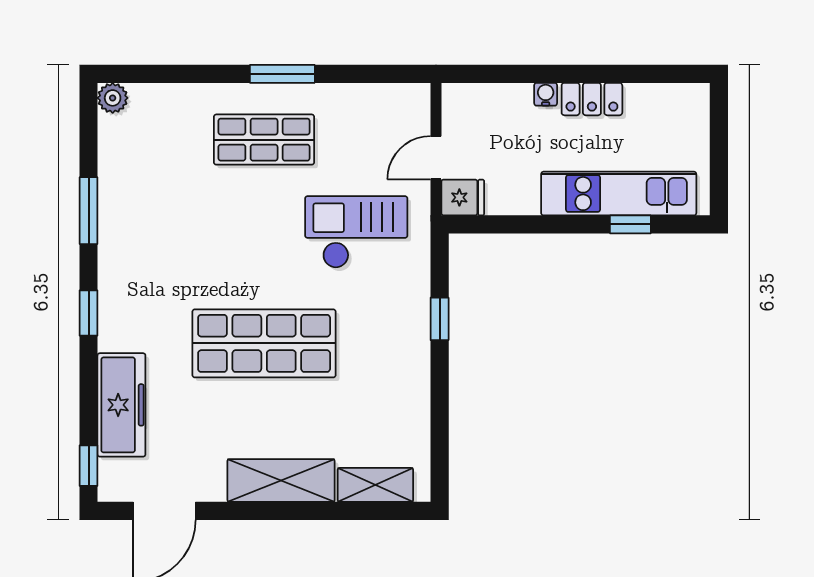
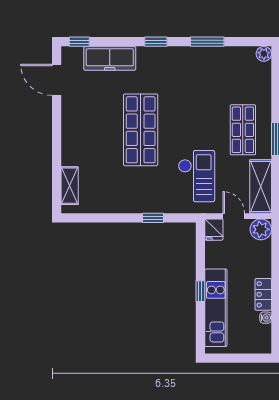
water cooler: (546, 94) -> (266, 318), moved
plant: (462, 104) -> (261, 229), added
window: (630, 224) -> (200, 291), moved
shelving: (281, 480) -> (261, 186), moved

